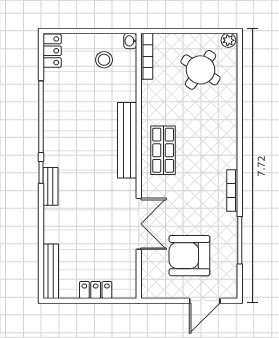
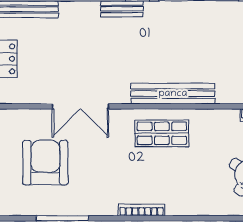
bookcase: (232, 190) -> (141, 210), moved

